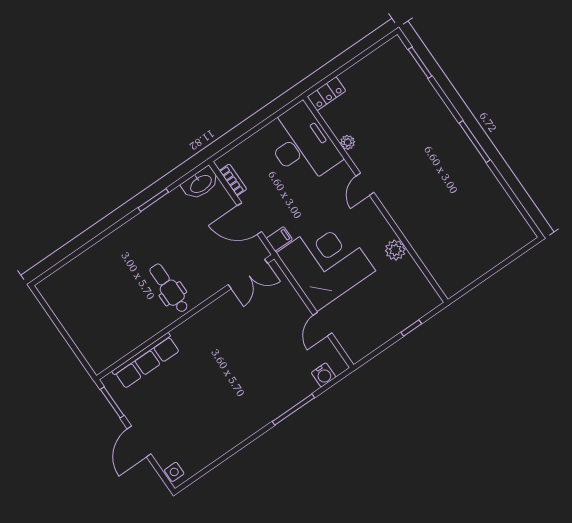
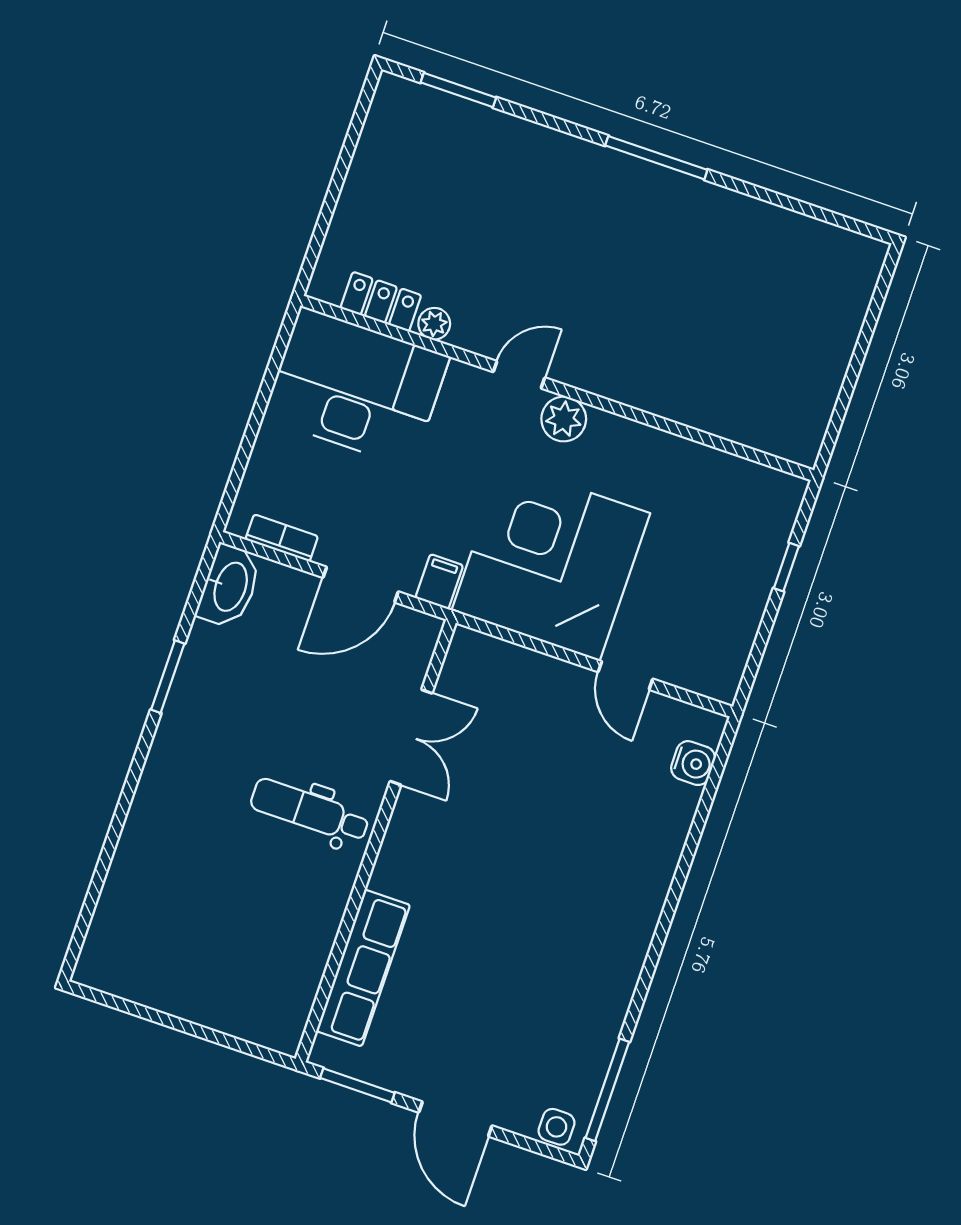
locker: (326, 94) -> (381, 302), moved, turned -90
door: (365, 184) -> (519, 375), swing flipped
plant: (395, 250) -> (564, 419), moved
double door: (248, 274) -> (411, 737), moved
window: (293, 410) -> (607, 1090), moved

